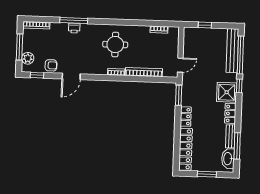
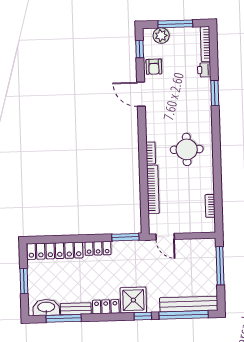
window: (74, 20) -> (215, 93), width x0.69
window: (205, 25) -> (220, 266), width x2.17
printer: (74, 28) -> (204, 70), moved

